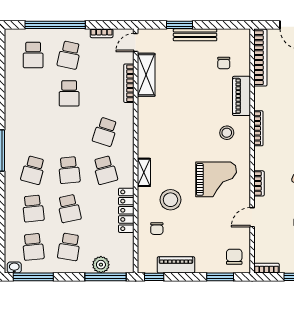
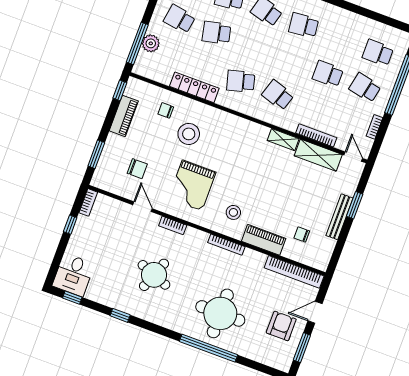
school desk: (69, 170) -> (304, 25), moved
shelving: (144, 172) -> (283, 140), moved
chair: (234, 257) -> (137, 169), moved

